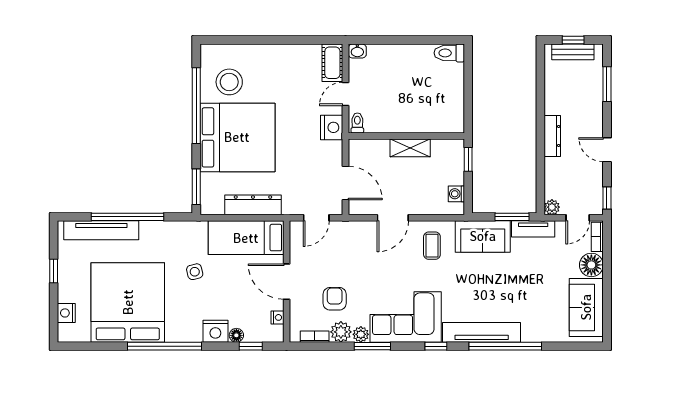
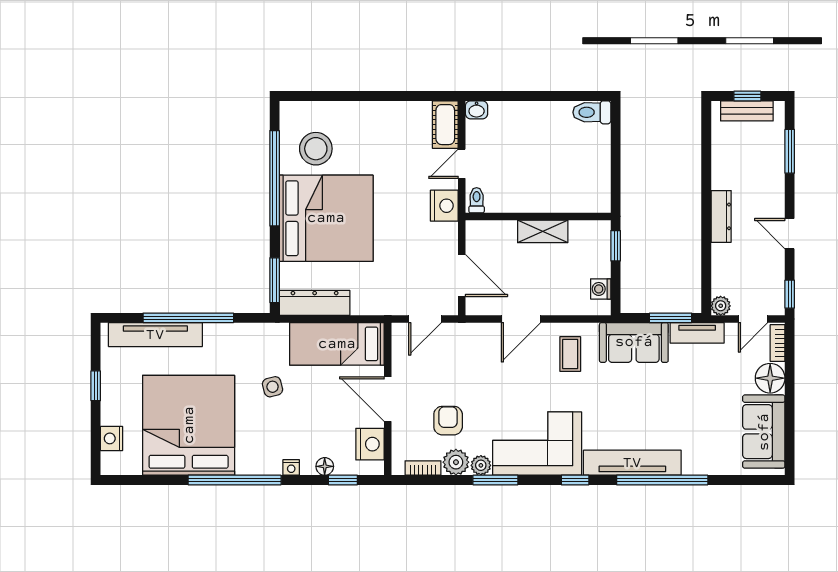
dresser: (253, 205) -> (315, 303), moved
nightstand: (277, 317) -> (370, 444), width x1.89, depth x1.79
nightstand: (215, 331) -> (291, 467), width x0.53, depth x0.56

